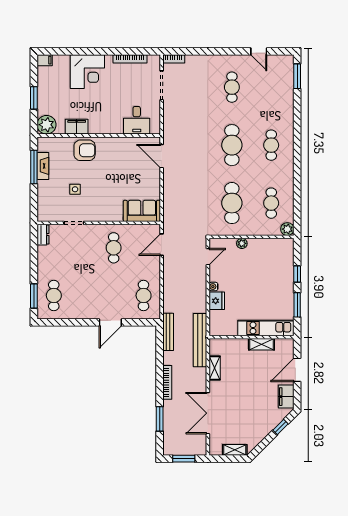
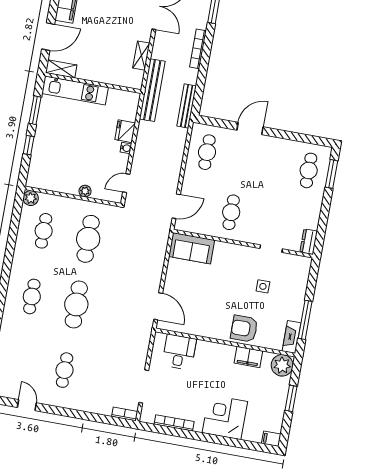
fireplace: (43, 166) -> (291, 337), moved
shelving: (261, 344) -> (61, 69), moved

